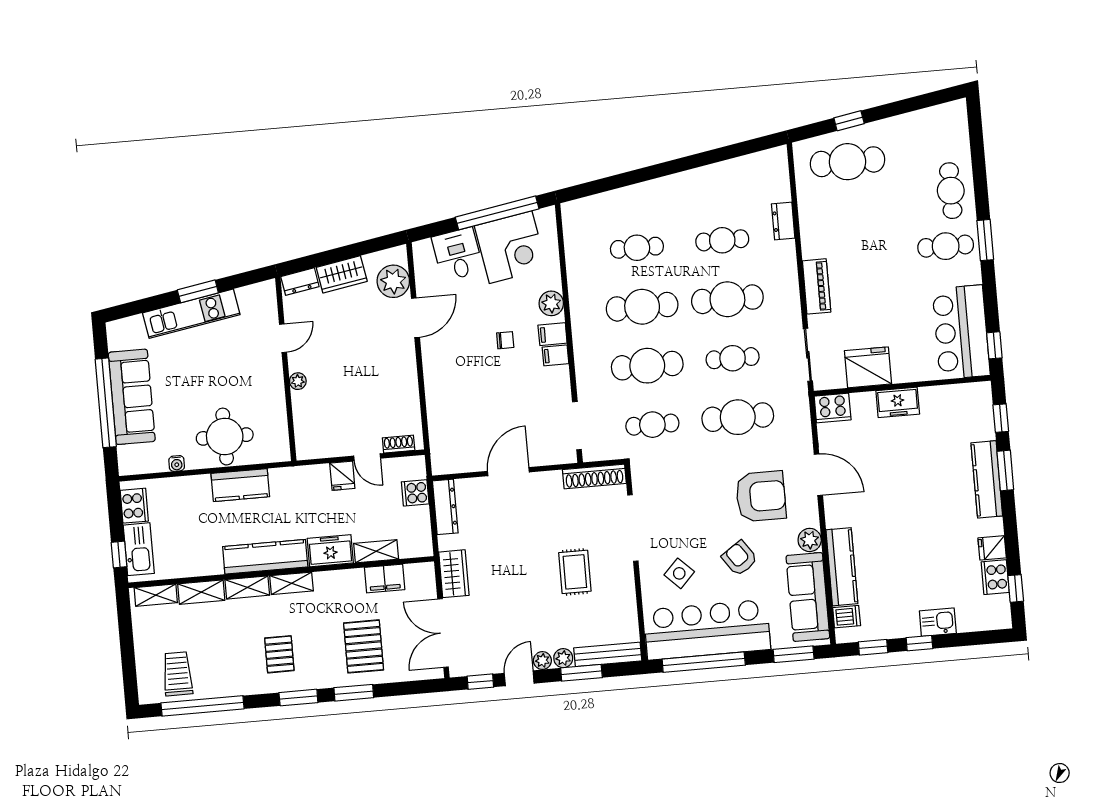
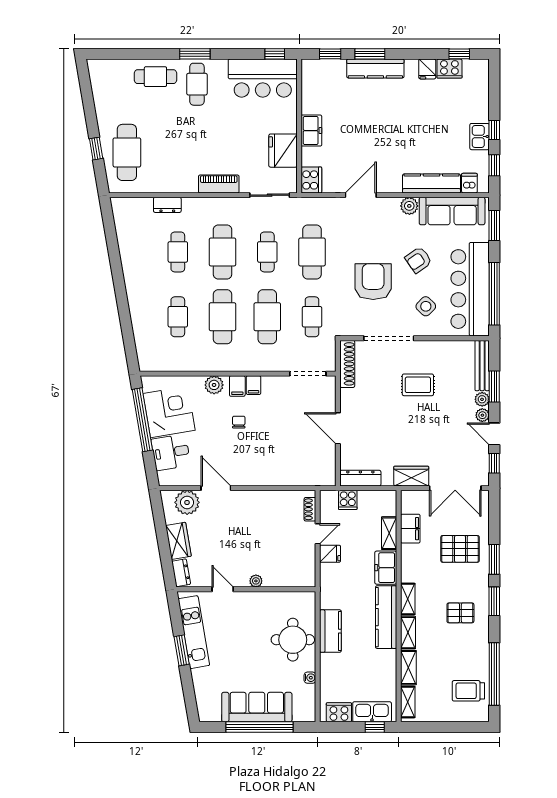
kitchen unit: (191, 314) -> (194, 632), moved
armchair: (761, 496) -> (373, 282), moved
kitchen sink: (938, 622) -> (480, 137), moved

